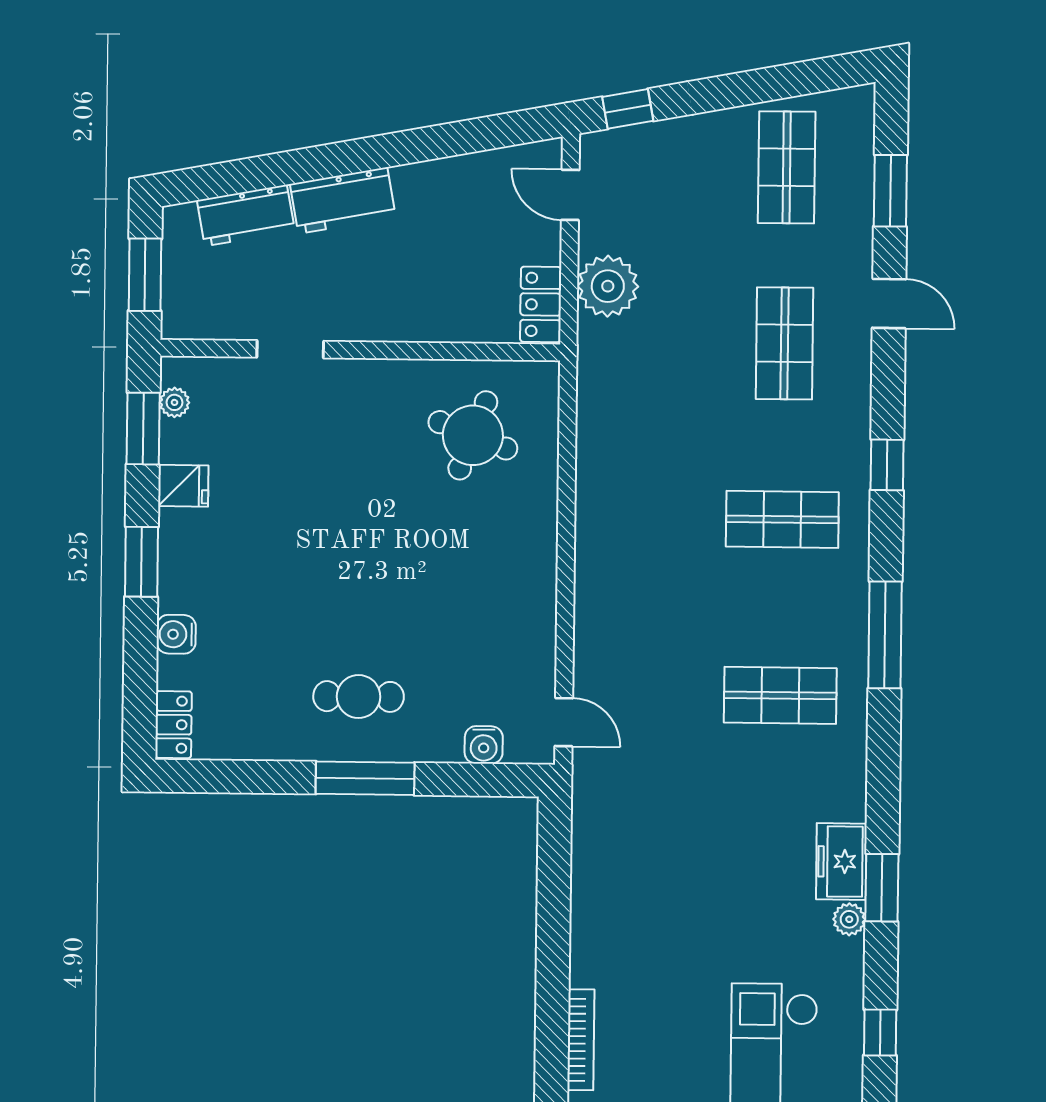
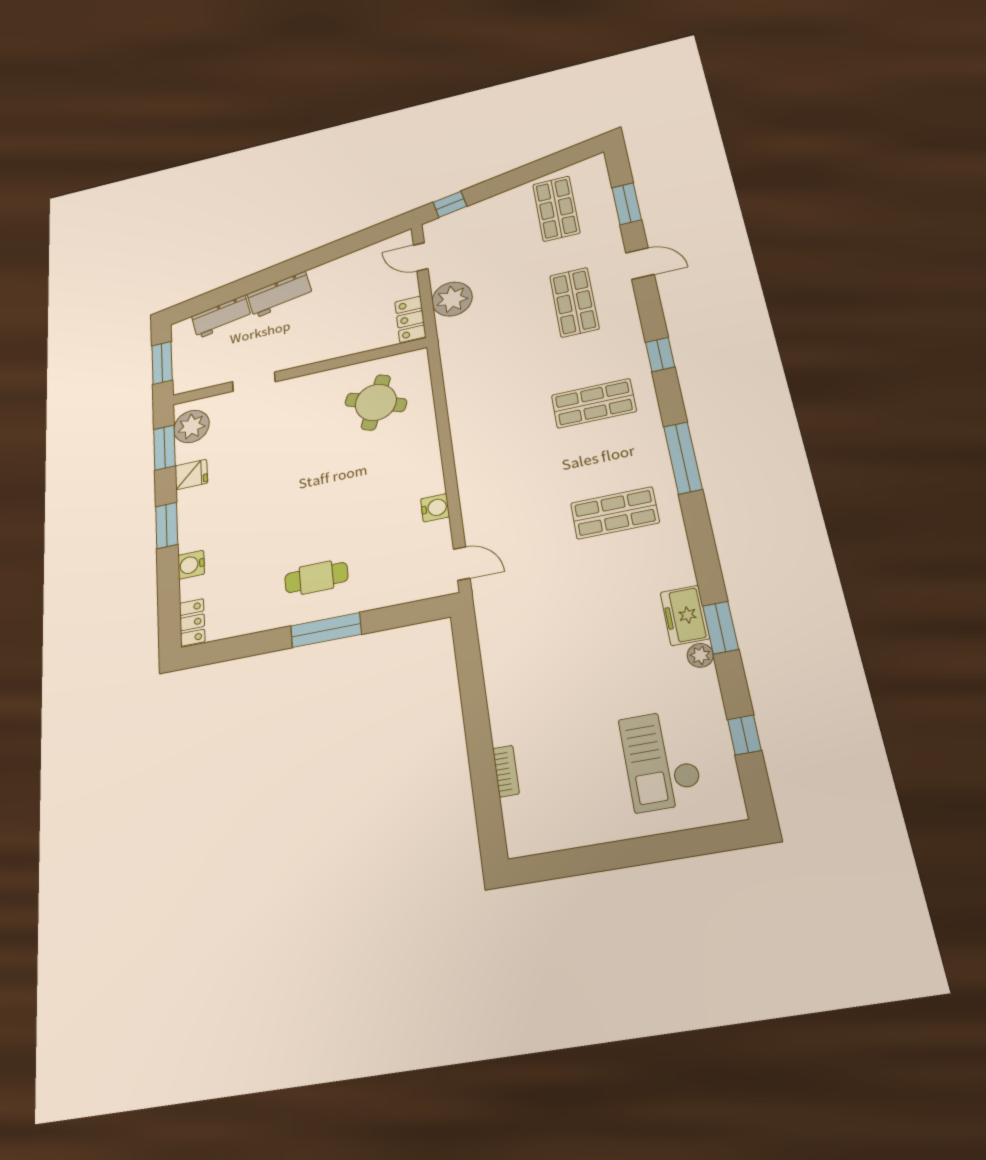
plant: (174, 402) -> (191, 426), width x1.88, depth x1.88
water cooler: (484, 745) -> (435, 508), moved, turned -90
bookcase: (581, 1040) -> (506, 771), width x0.64

